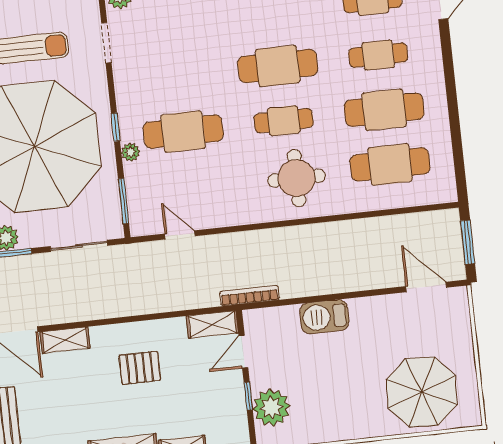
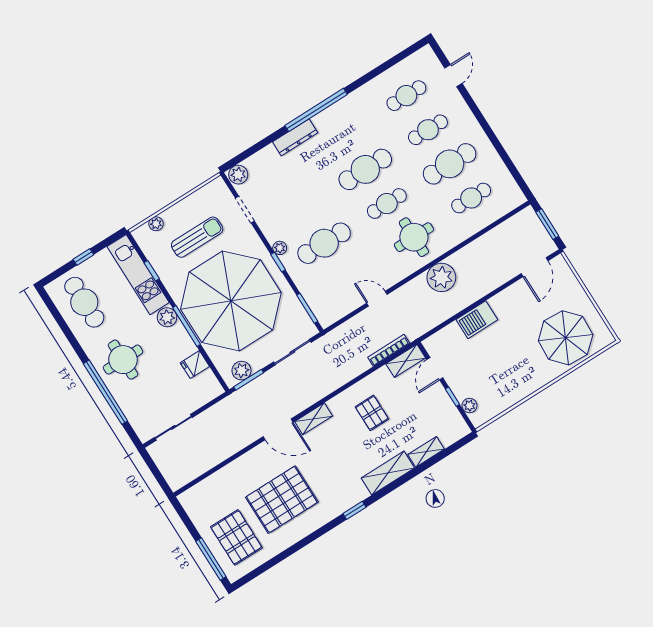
plant: (131, 152) -> (280, 248), moved
cafe table: (390, 164) -> (471, 198), width x0.73, depth x0.74
door: (180, 235) -> (377, 299), moved
plant: (306, 244) -> (441, 277), added
door: (426, 287) -> (535, 267), swing flipped
bookcase: (250, 296) -> (389, 350), moved
pallet: (140, 368) -> (372, 413), turned 90
plant: (271, 408) -> (469, 406), width x0.53, depth x0.53

